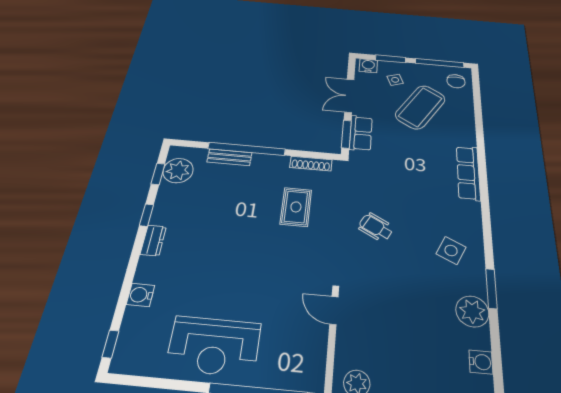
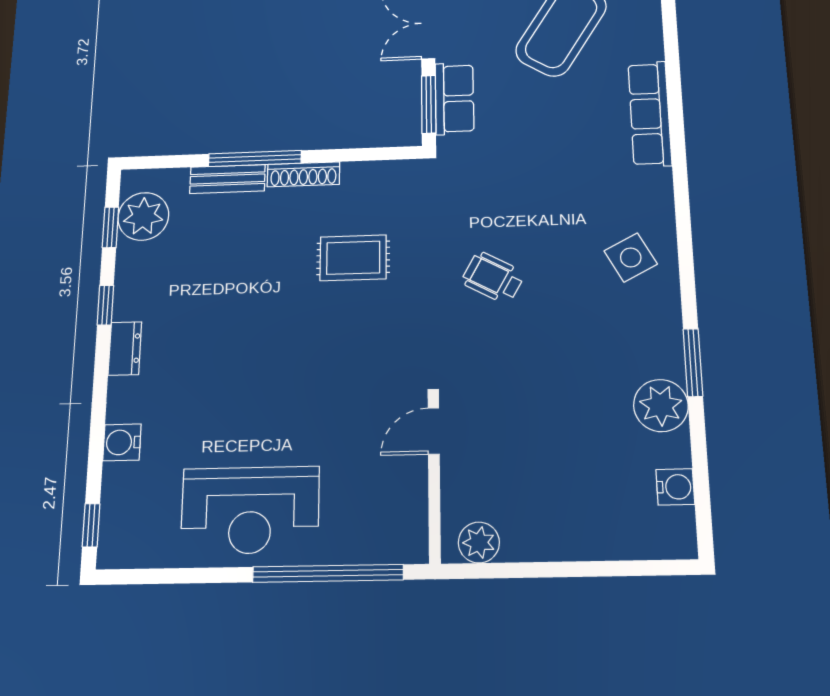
window: (247, 149) -> (255, 159), width x0.68
shoe rack: (311, 164) -> (303, 174), moved
row of seats: (468, 173) -> (650, 114), moved
rug: (296, 207) -> (353, 258), turned 90
side table: (451, 250) -> (631, 257), moved, turned 36
door: (334, 310) -> (434, 431), hinge flipped

